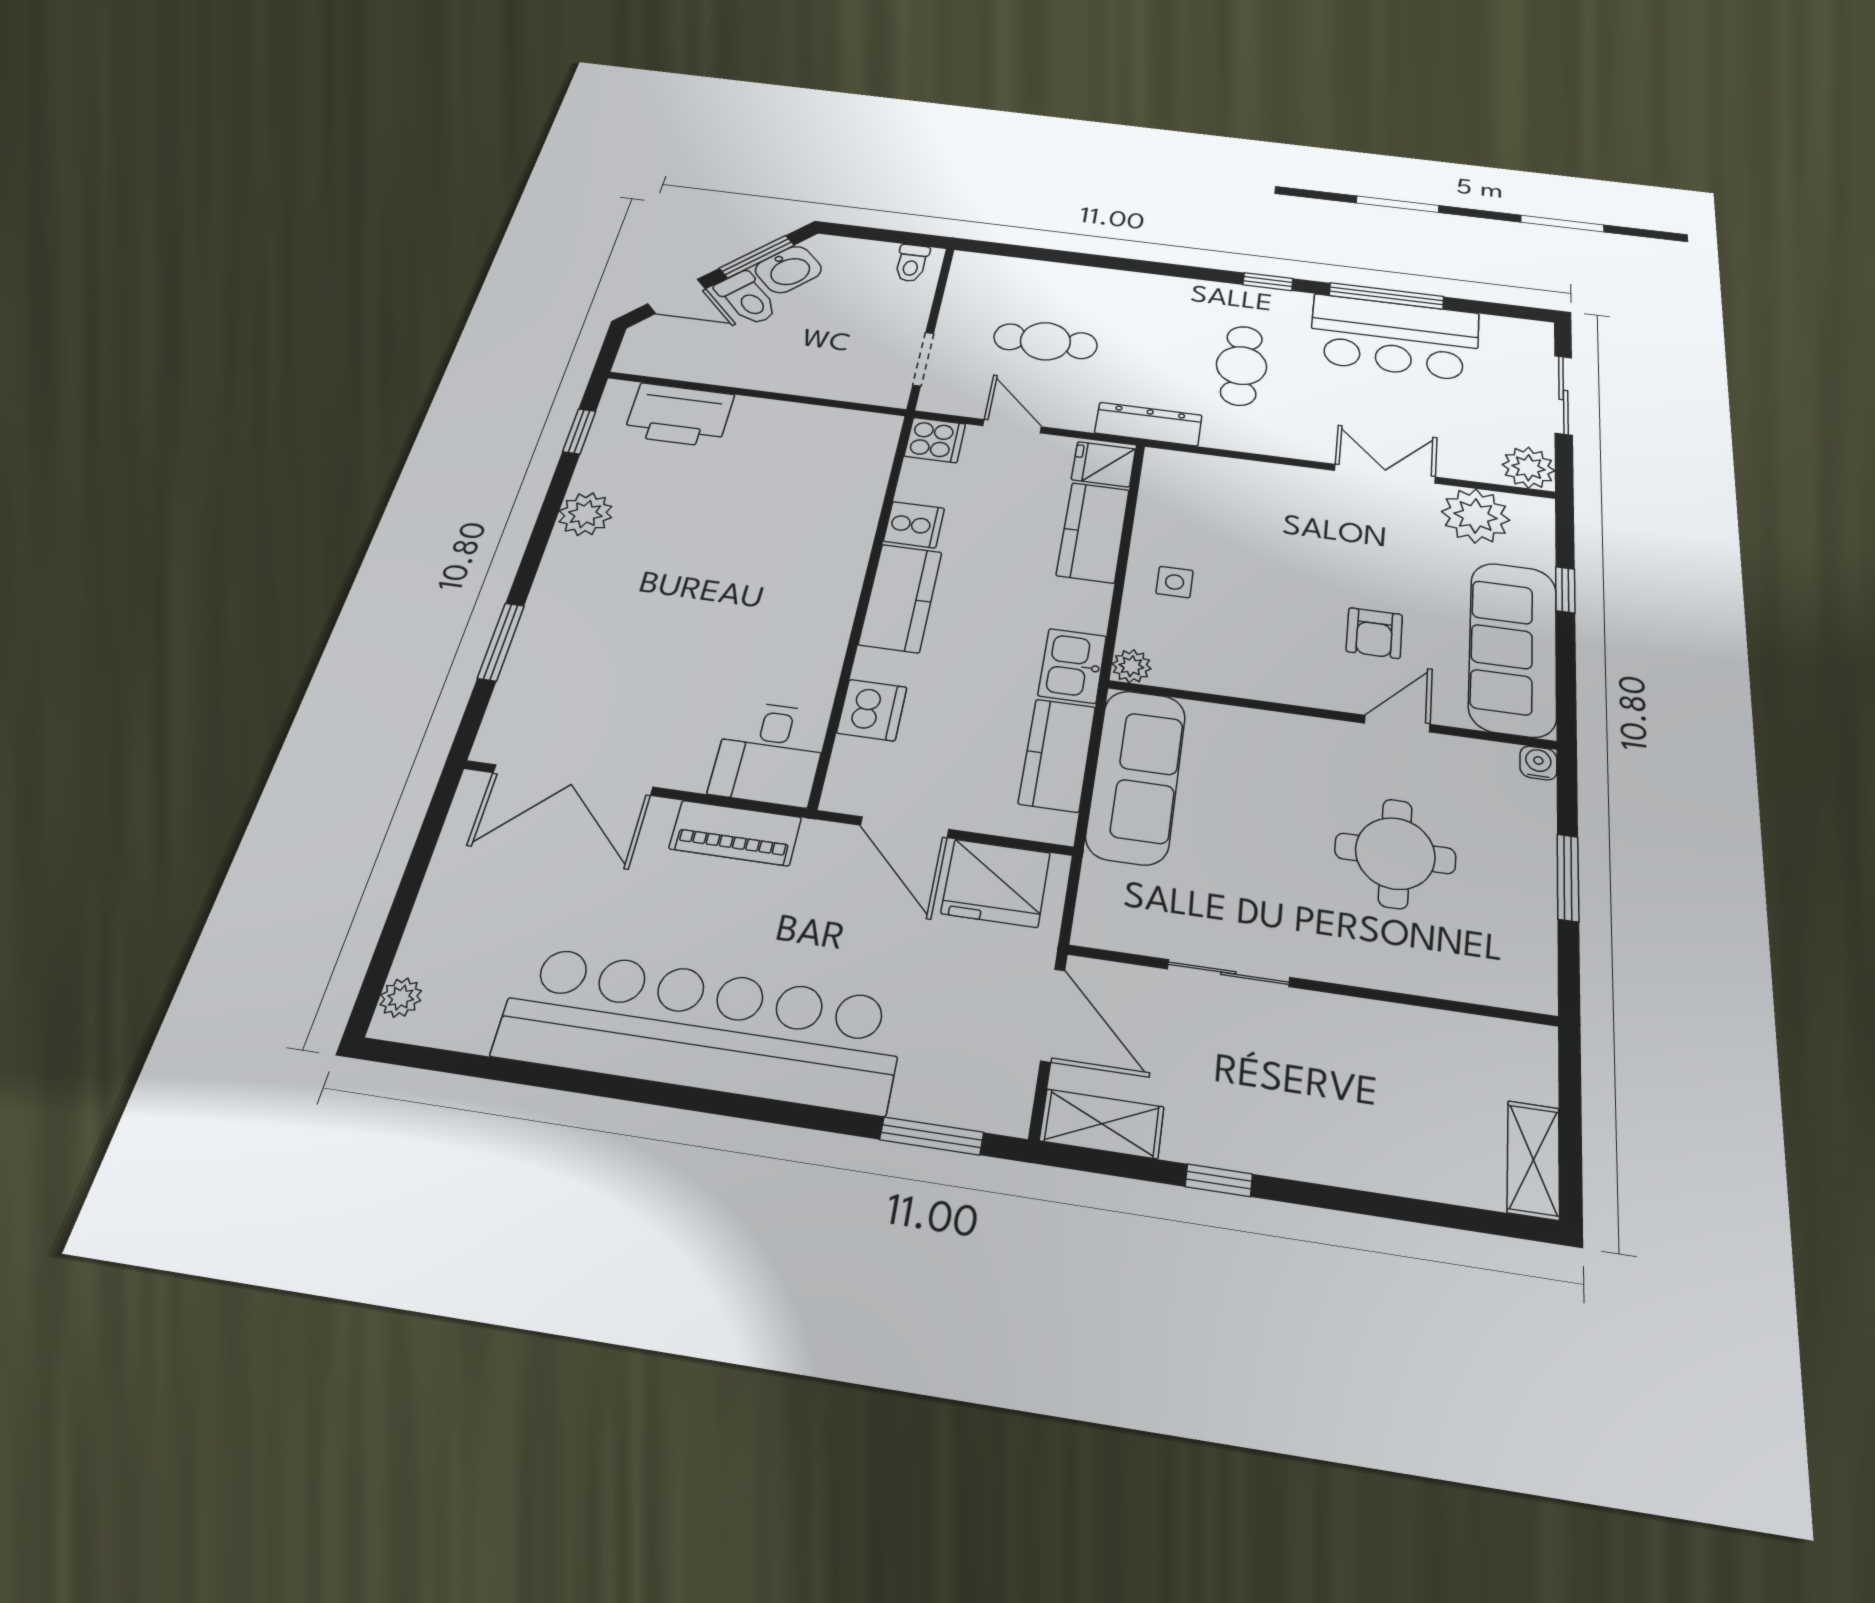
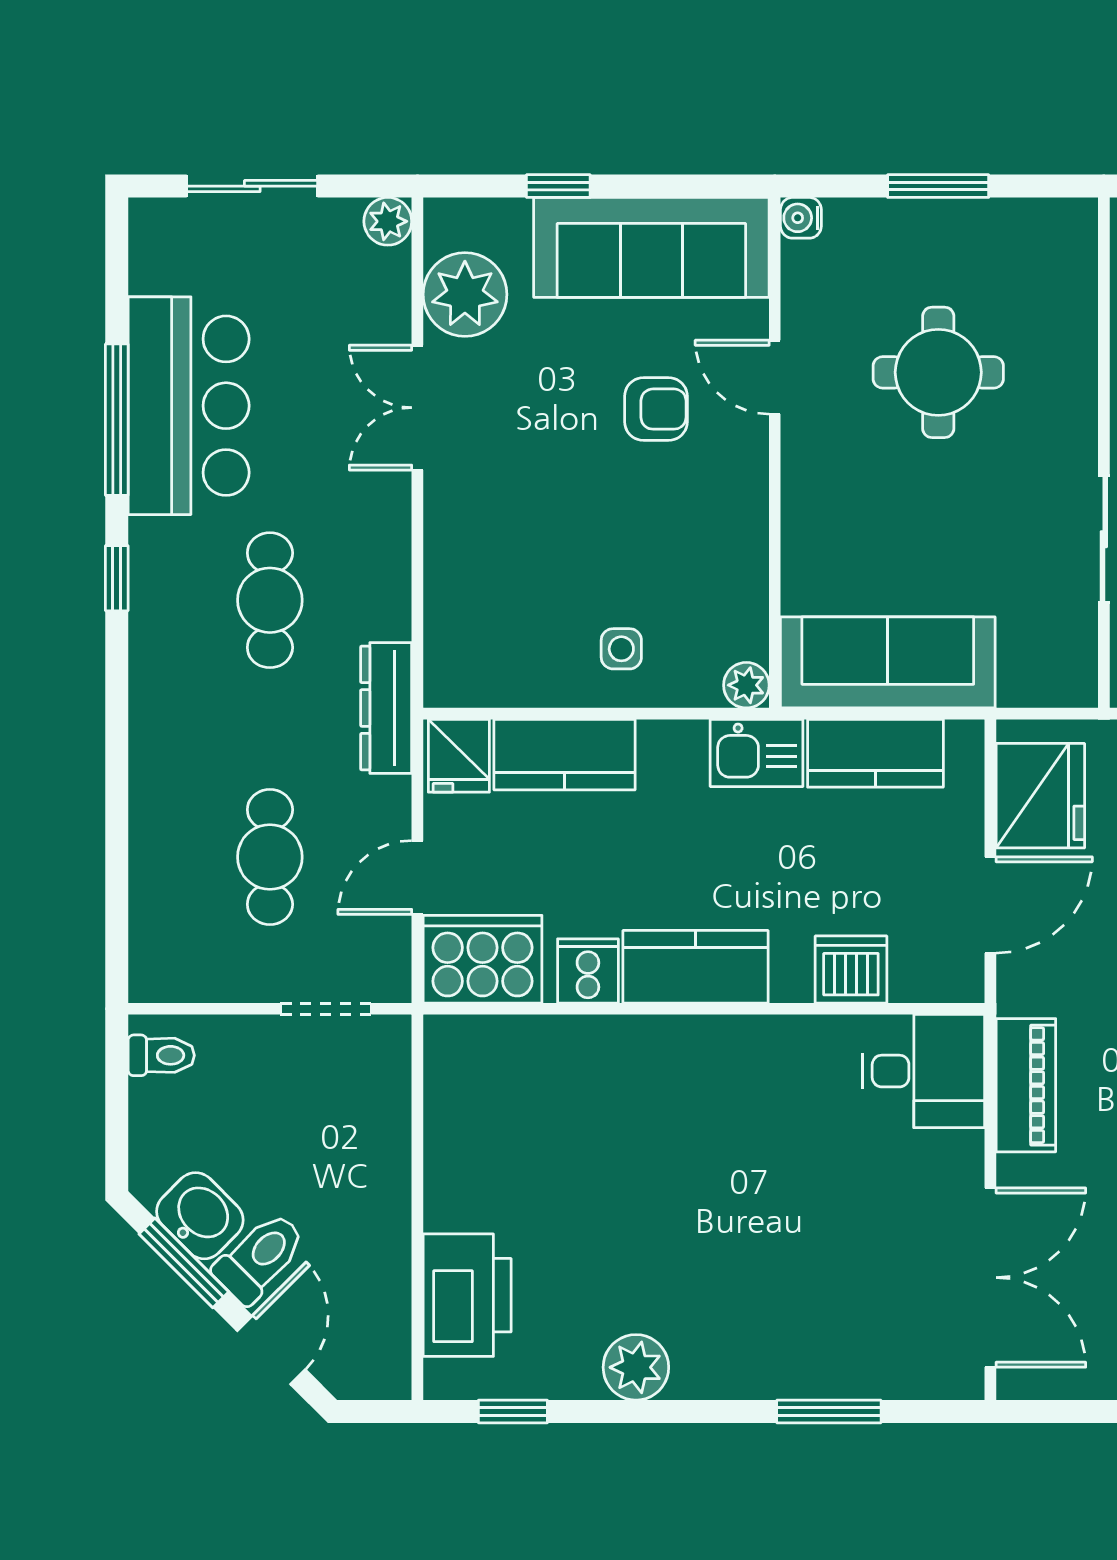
cafe table: (1241, 366) -> (270, 600), turned 90
cooker: (935, 440) -> (483, 959), width x1.87, depth x1.31
plant: (1528, 468) -> (388, 221), width x0.73, depth x0.73

